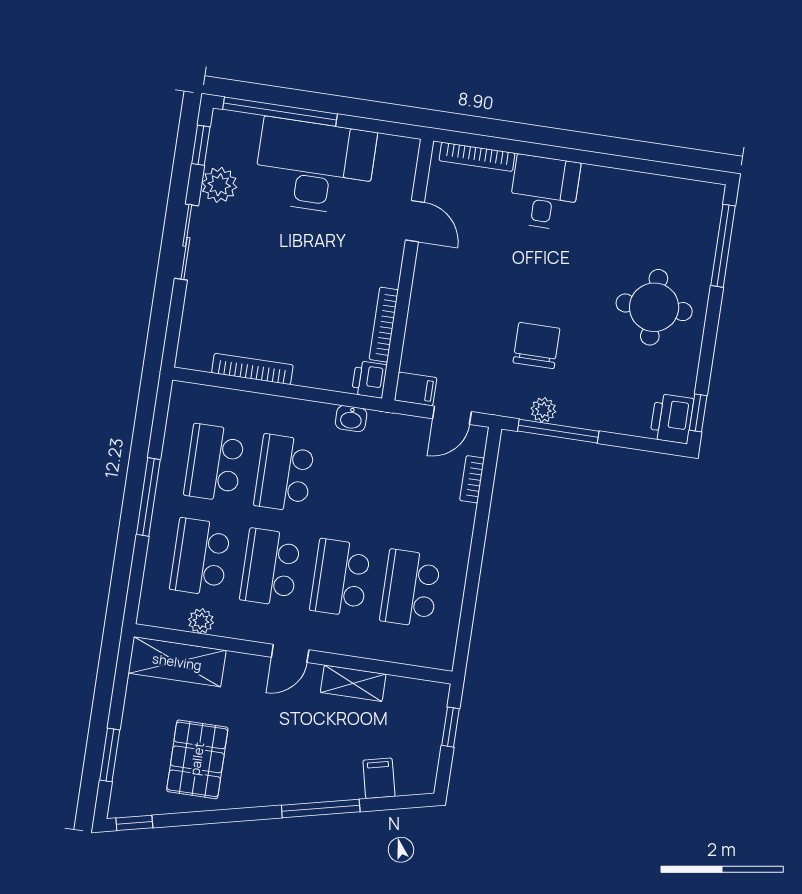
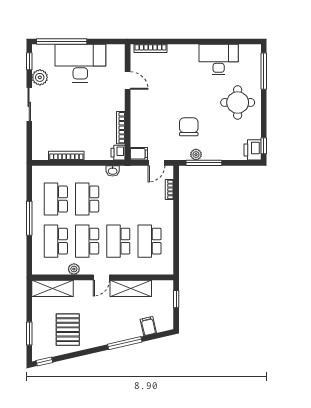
desk: (544, 192) -> (219, 60), moved, width x1.37
plant: (201, 621) -> (74, 269), moved
shelving: (353, 683) -> (131, 288), width x1.50, depth x1.33

